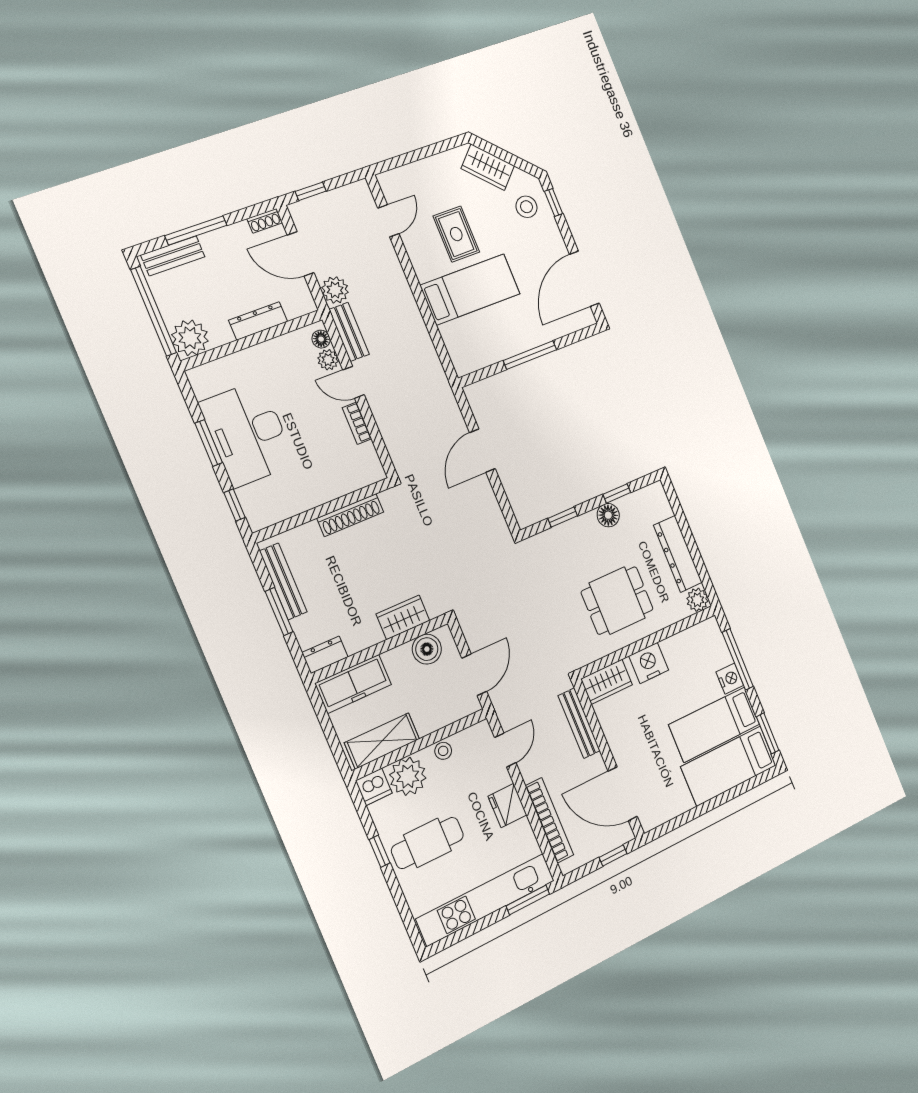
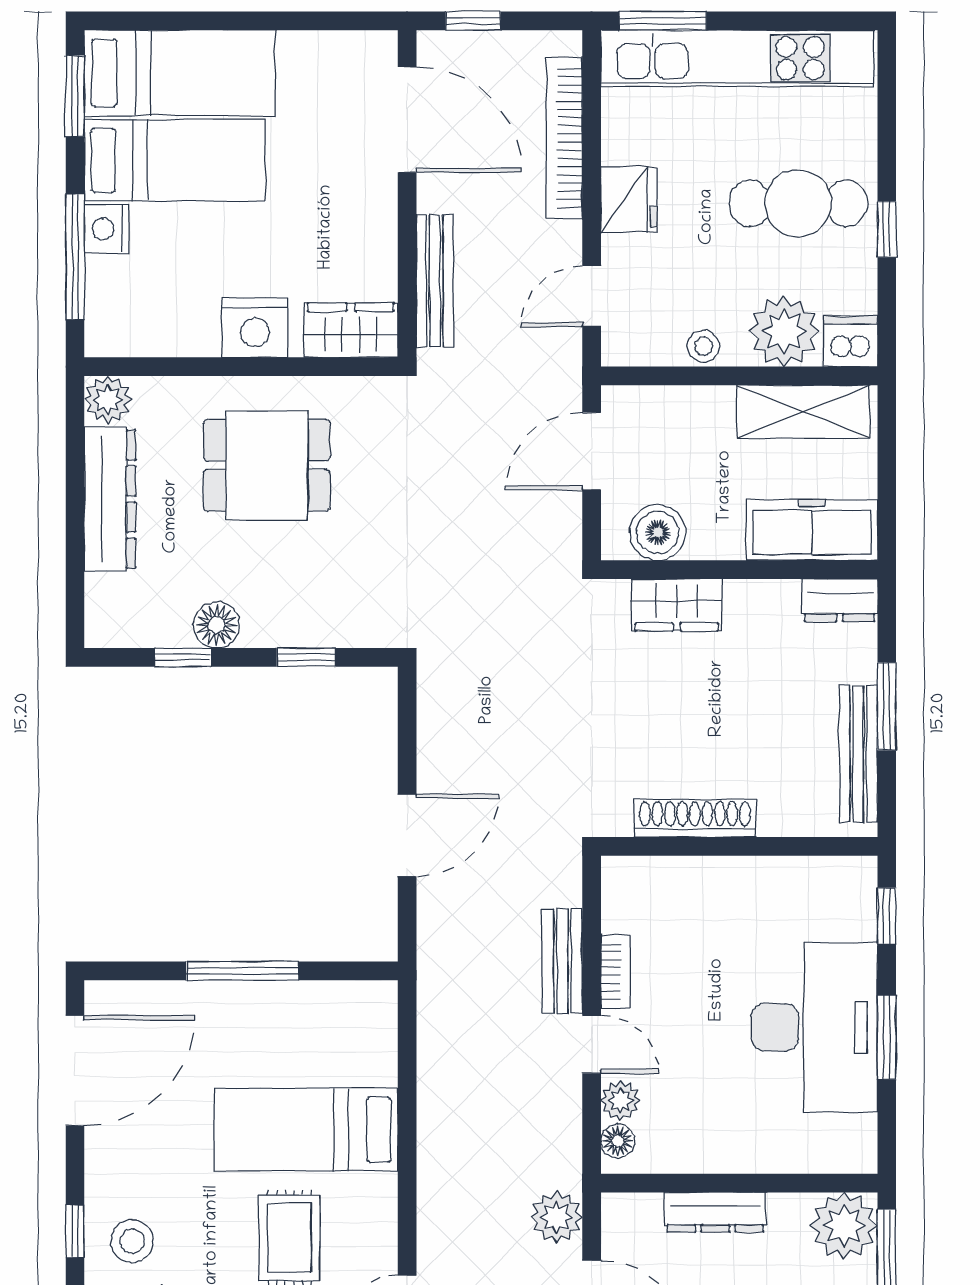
bench: (349, 332) -> (562, 961), moved

